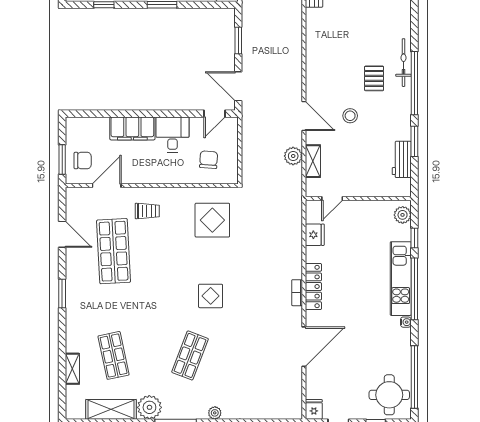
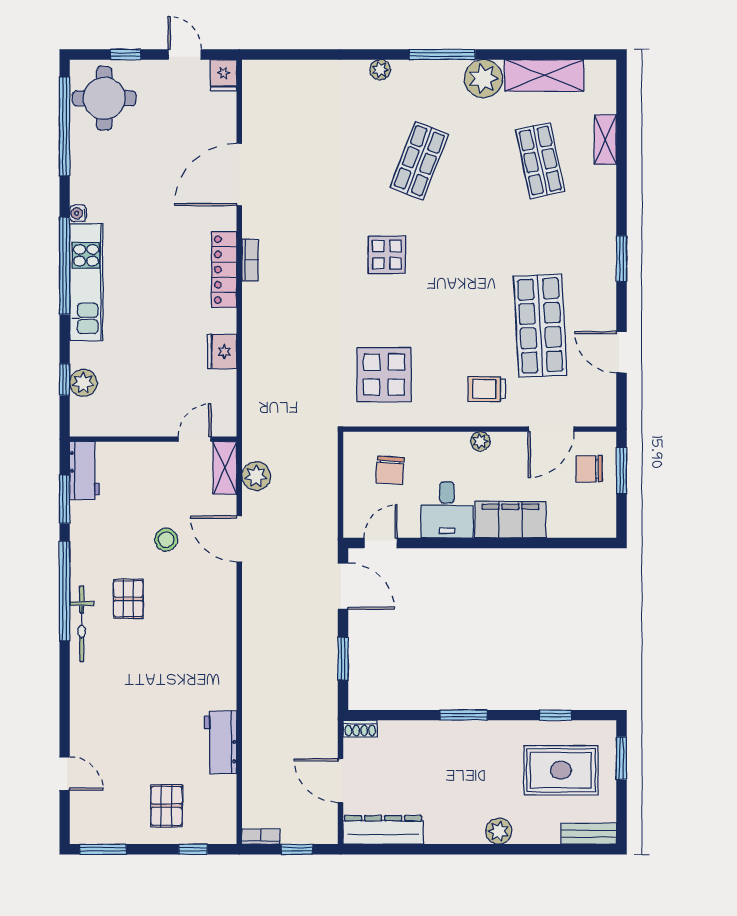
plant: (151, 178) -> (480, 441), added
door: (332, 198) -> (195, 439), moved
wall: (358, 198) -> (153, 439), moved
window: (414, 238) -> (65, 380), moved

